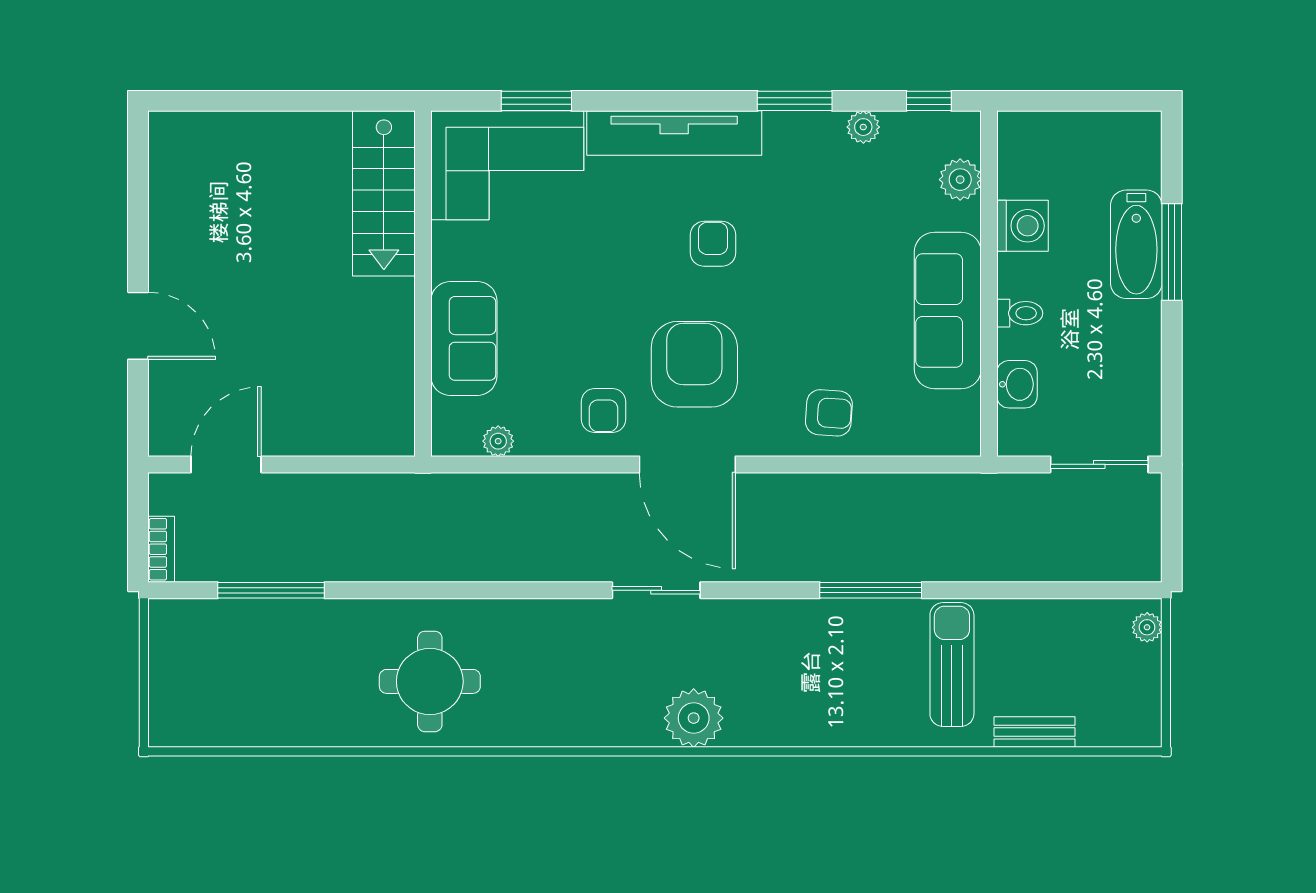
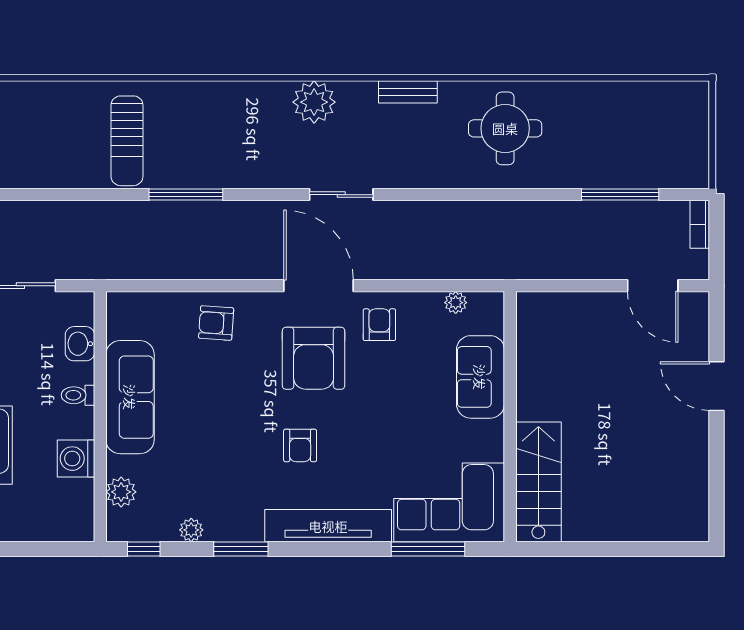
window: (536, 101) -> (428, 549), width x1.44
door: (226, 464) -> (653, 286), hinge flipped
bench: (1035, 732) -> (408, 92), moved

